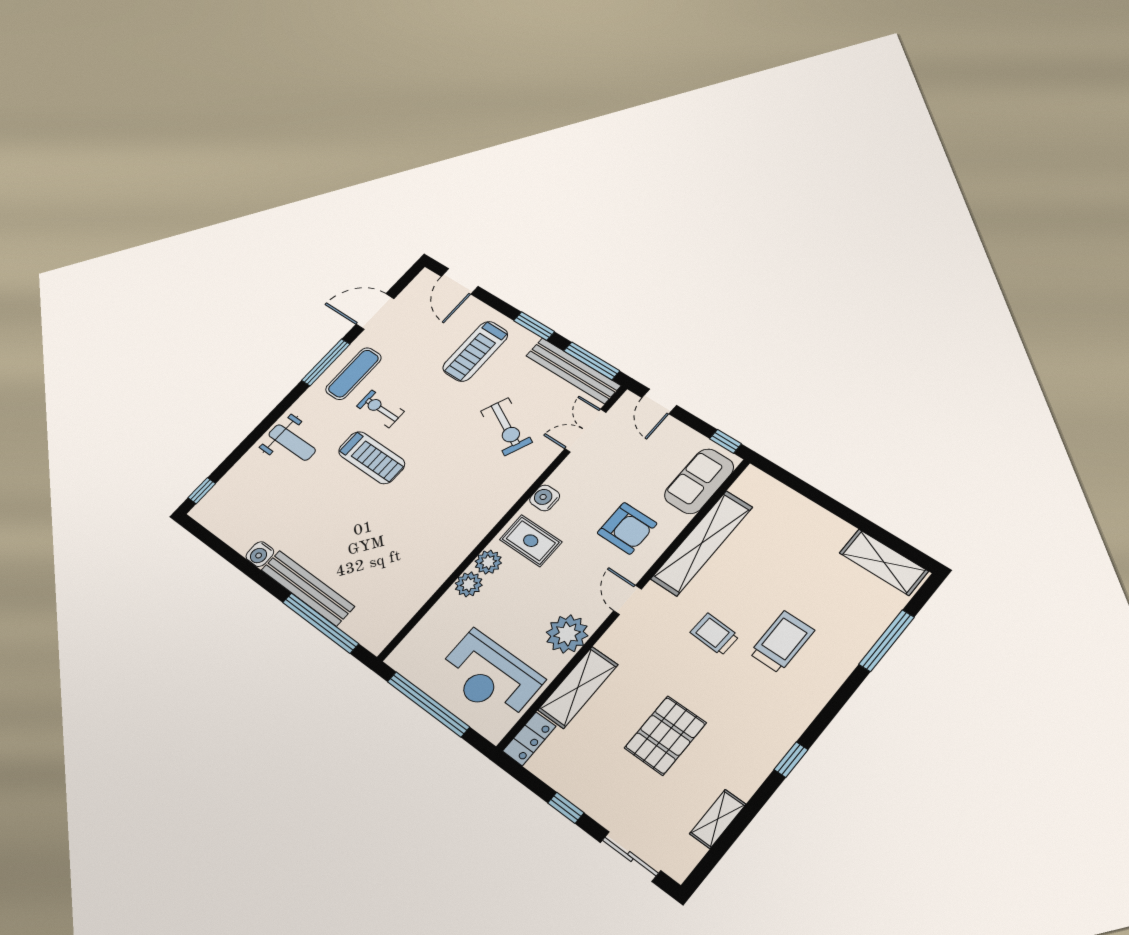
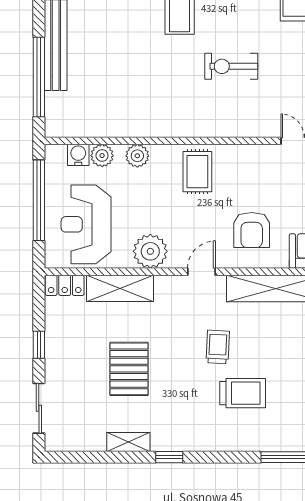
exercise bike: (506, 427) -> (231, 66), moved, turned 65
water cooler: (545, 498) -> (78, 155), moved
plant: (488, 562) -> (102, 156), moved
pallet: (665, 735) -> (129, 369), turned 90
shelving: (718, 819) -> (128, 442), moved

